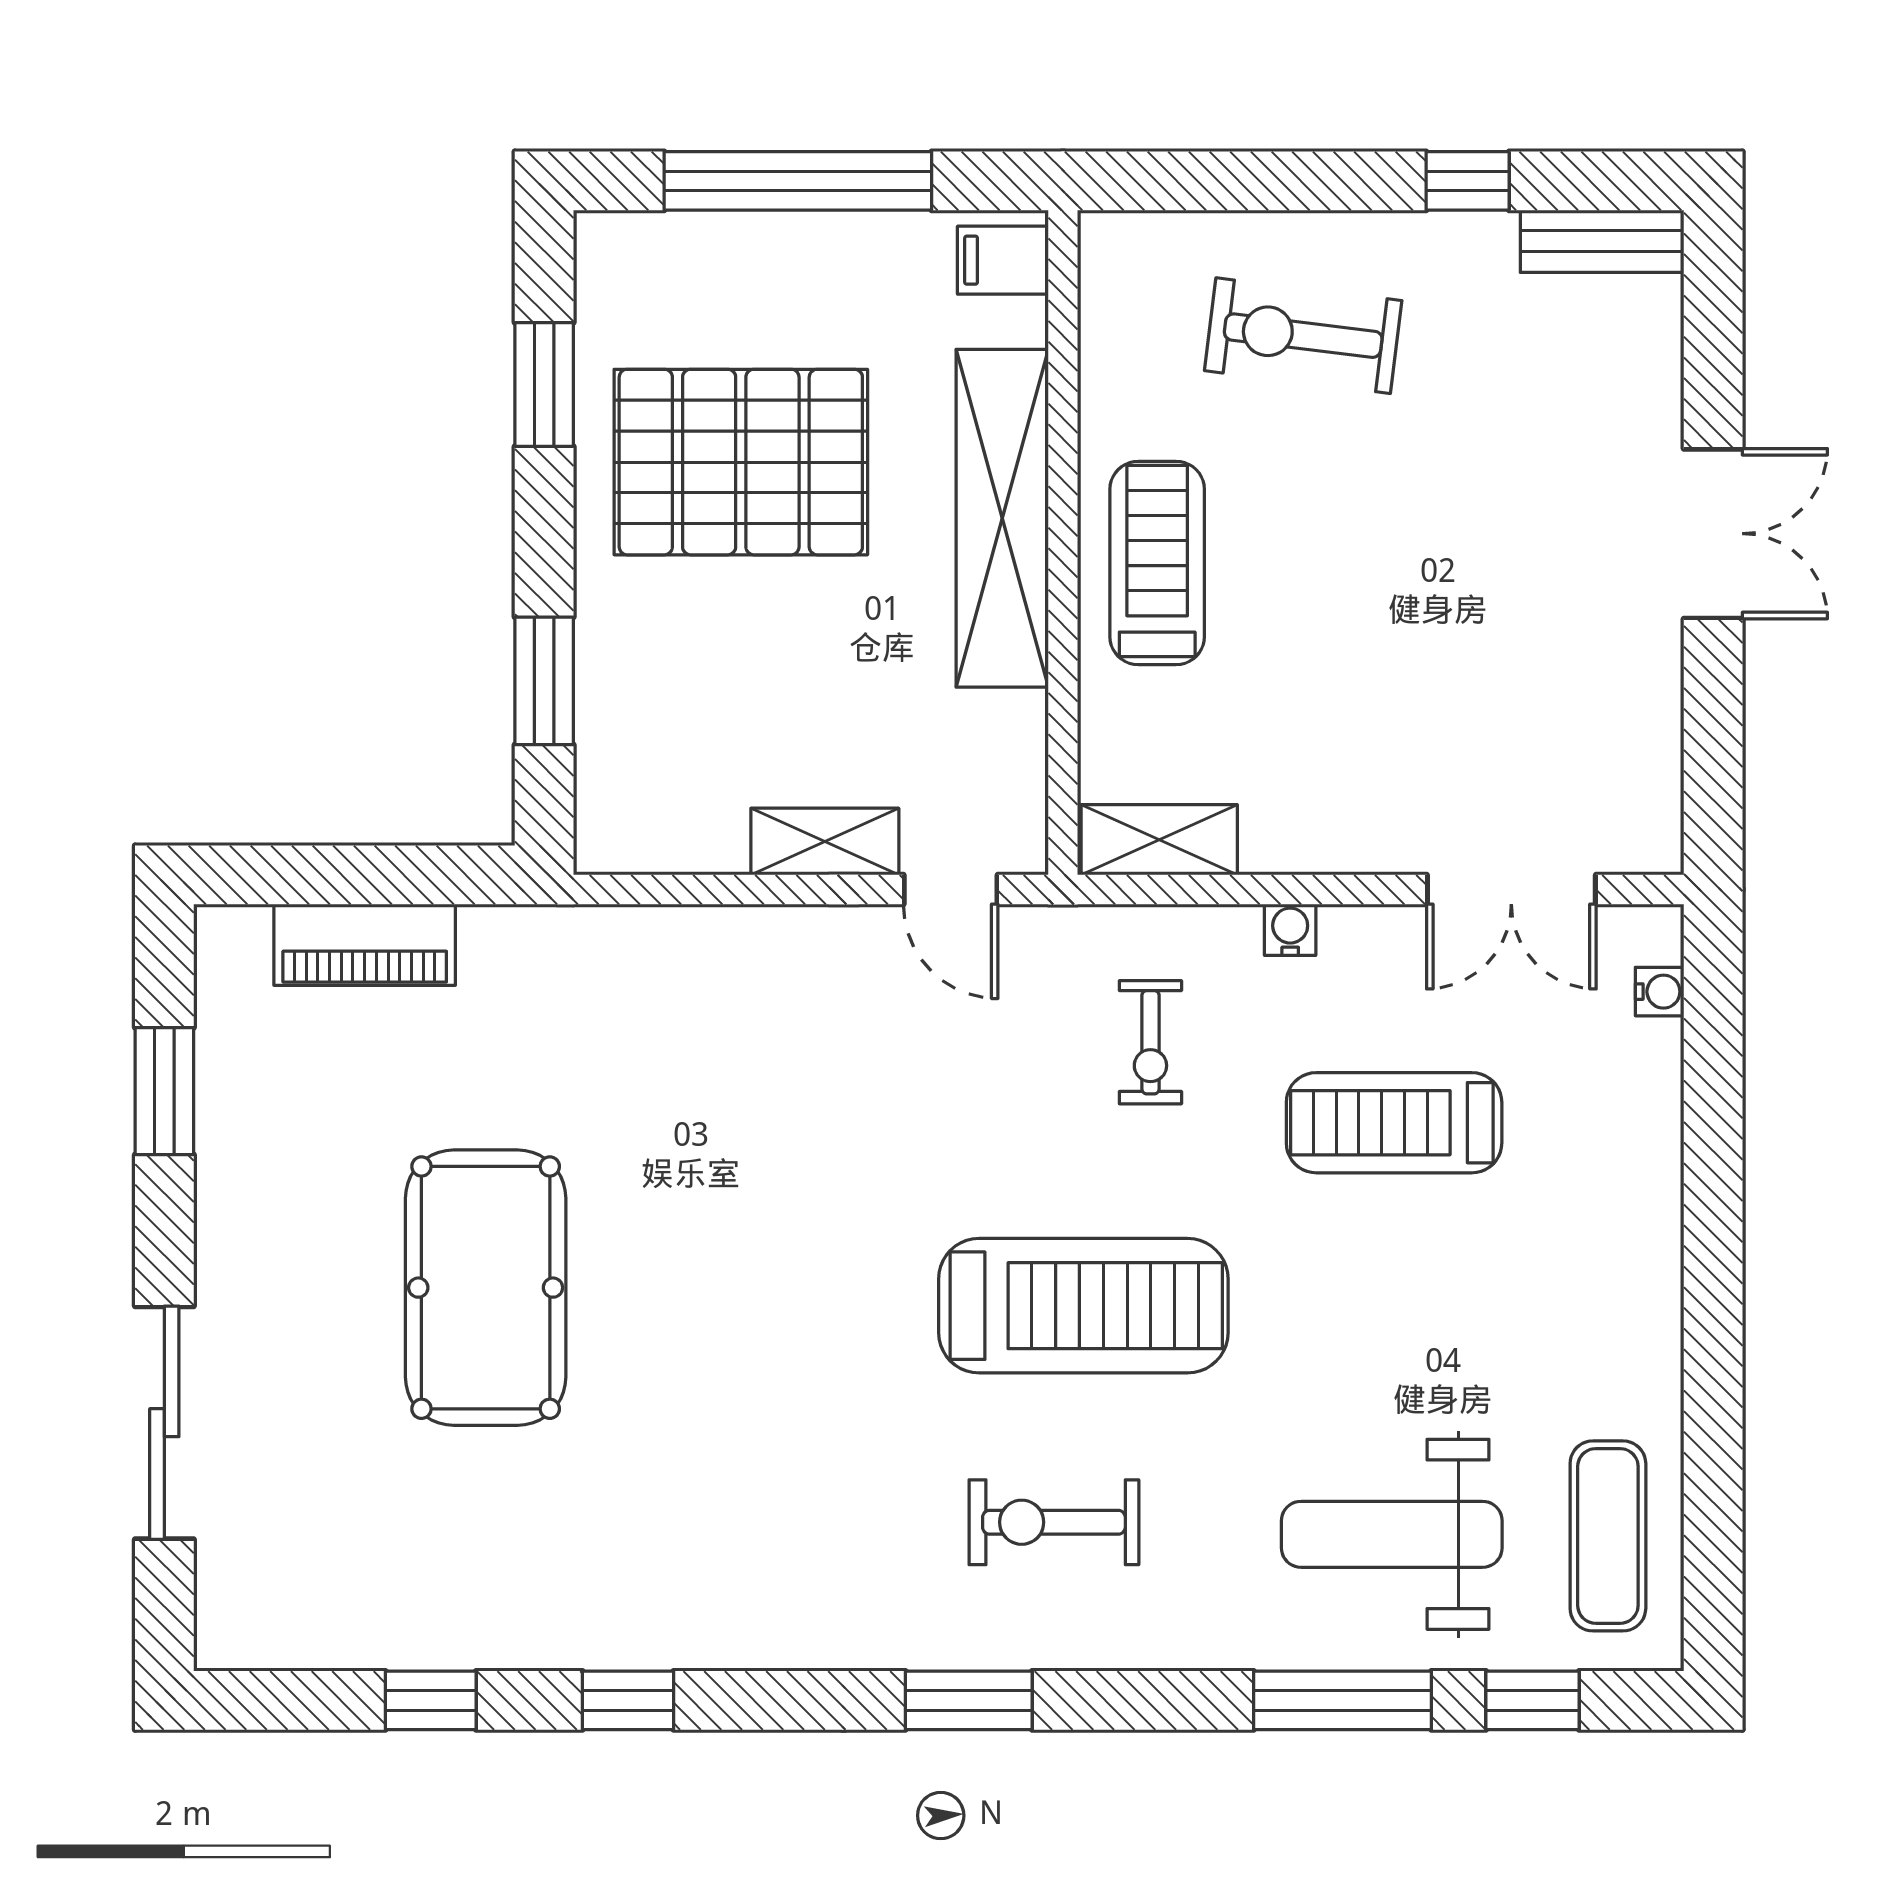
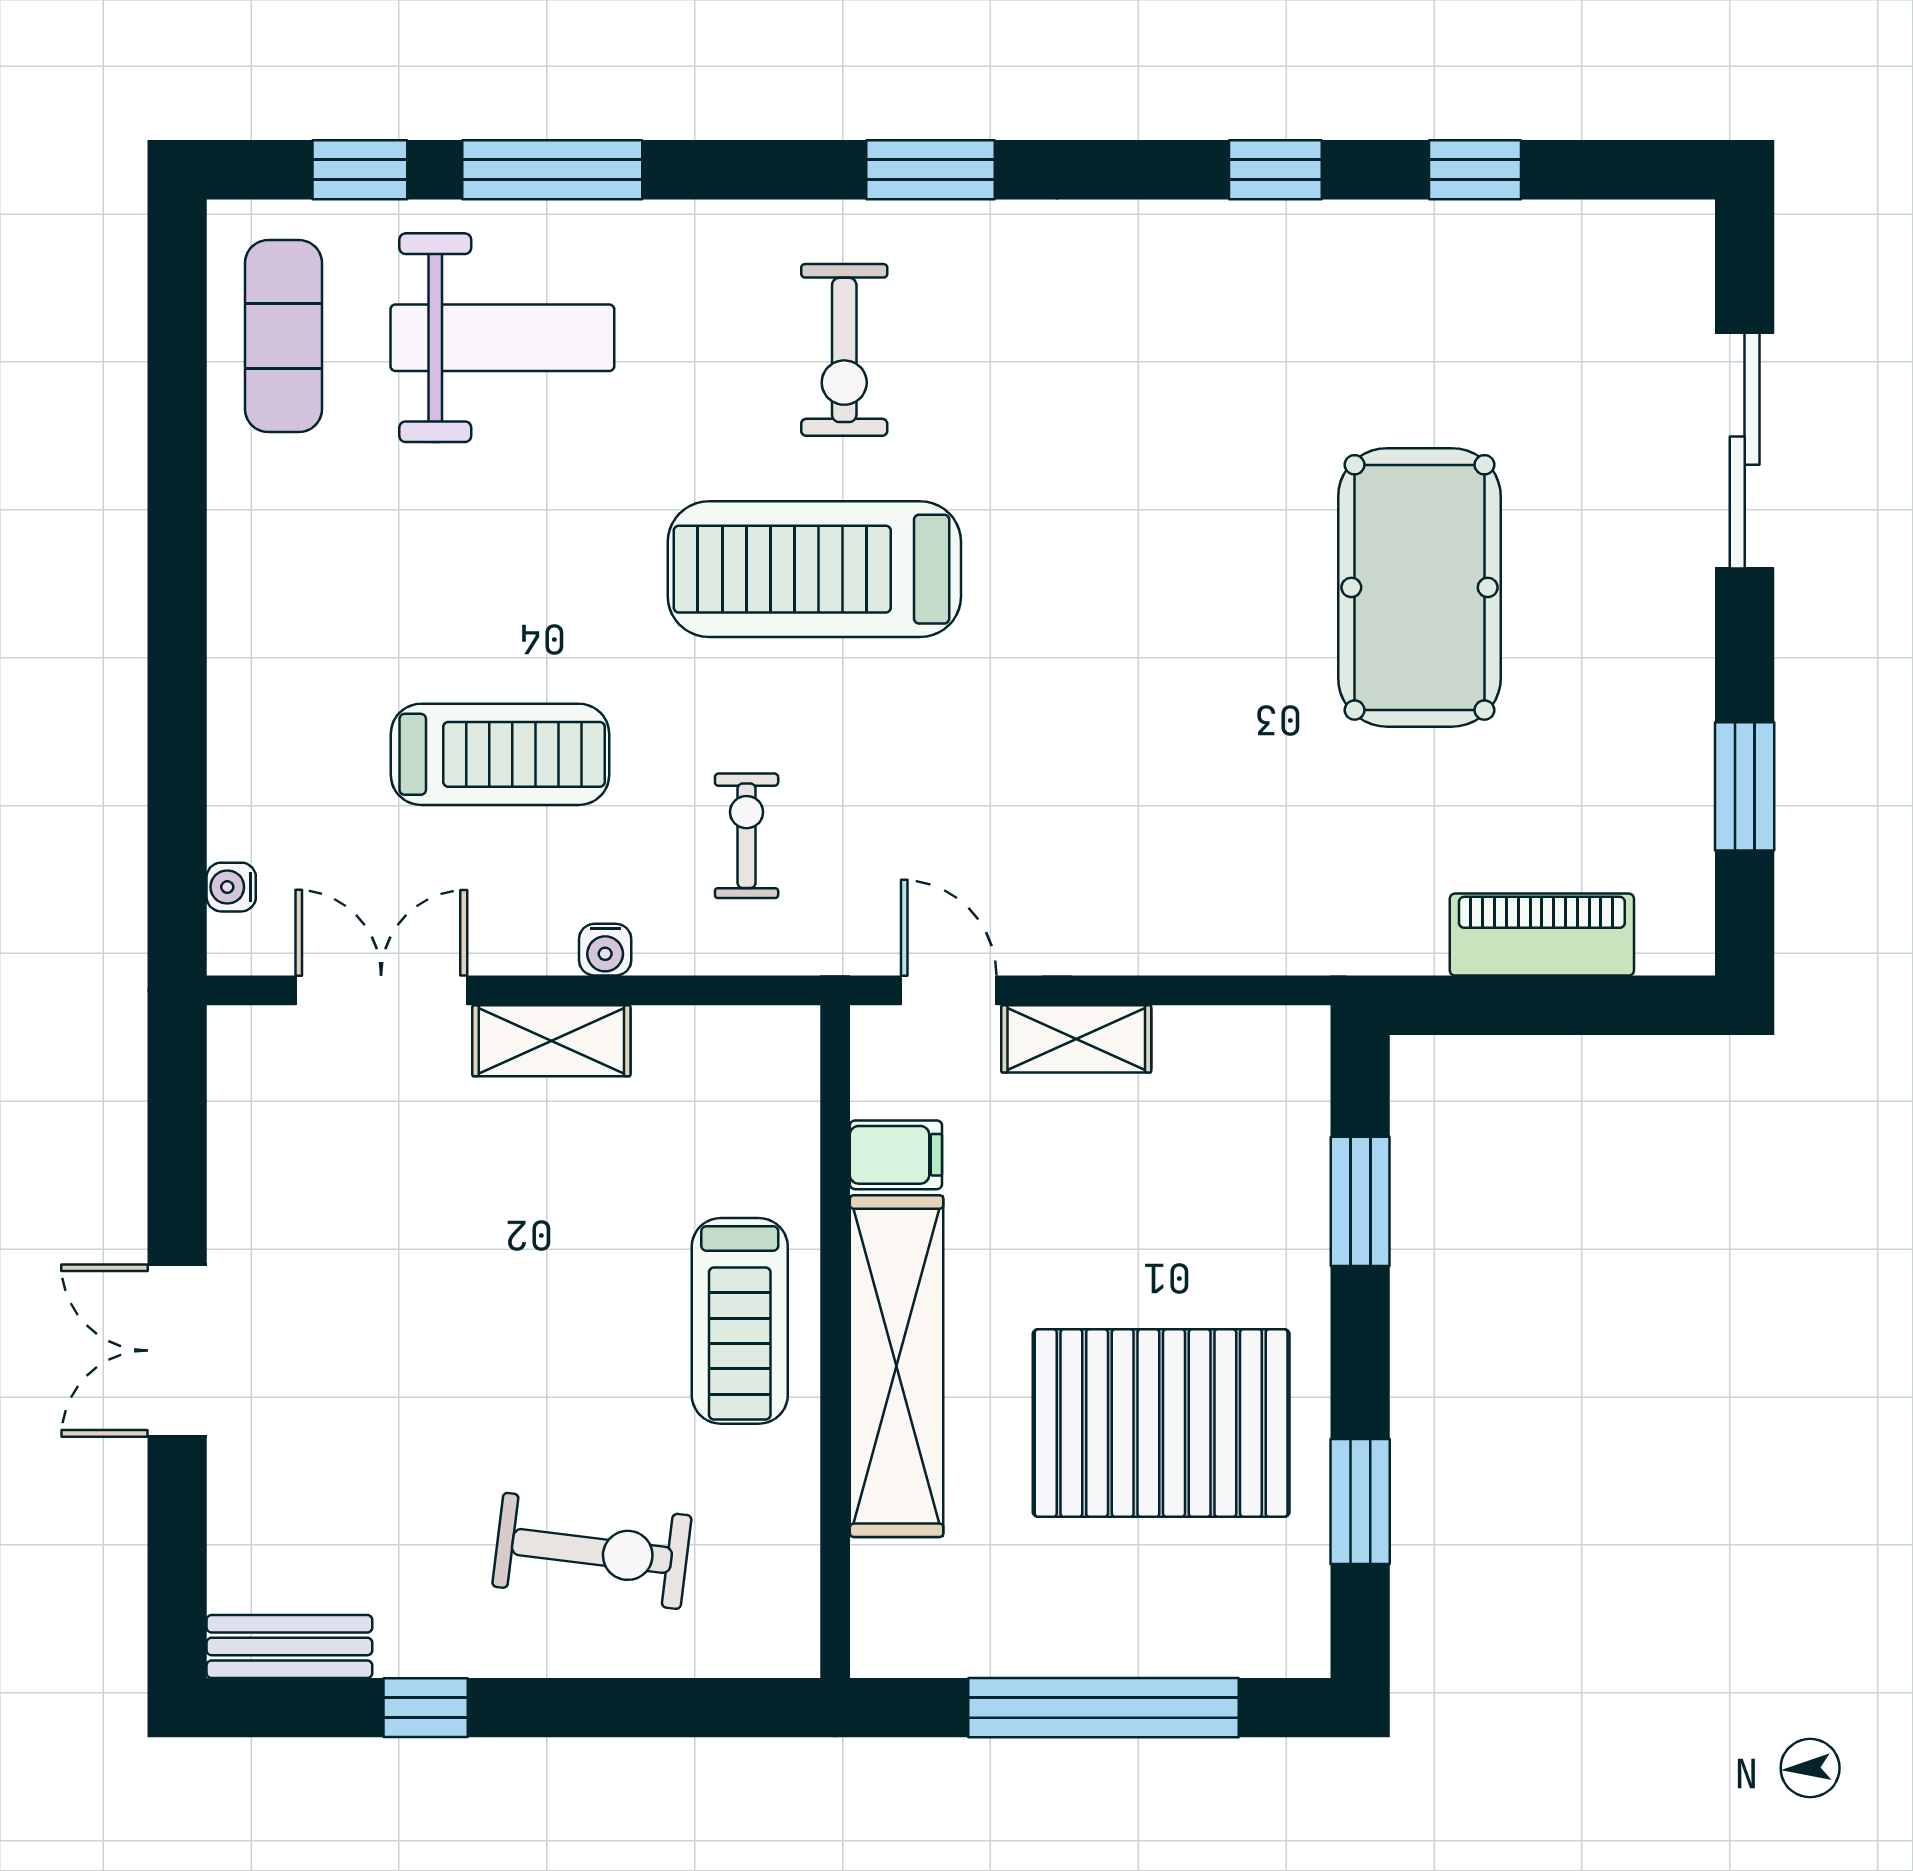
filing cabinet: (1003, 260) -> (896, 1155), moved
shelving: (1159, 840) -> (551, 1041), moved
exercise bike: (1054, 1522) -> (844, 350), turned 90

